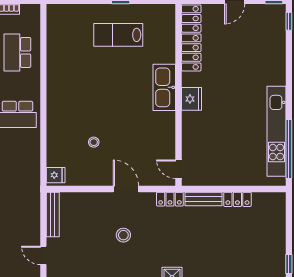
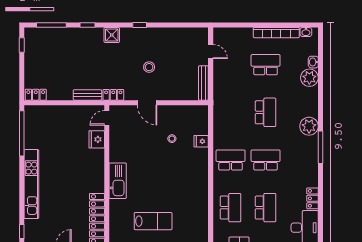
fridge: (192, 99) -> (97, 139), moved
kitchen unit: (276, 131) -> (31, 184), moved
door: (179, 169) -> (107, 118), swing flipped
fridge: (56, 175) -> (201, 141), moved
locker: (237, 199) -> (36, 95), moved

